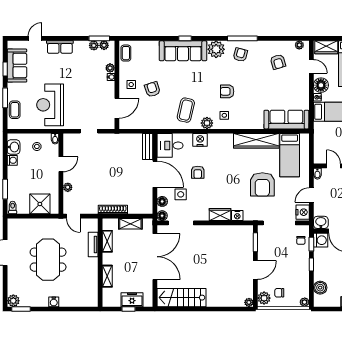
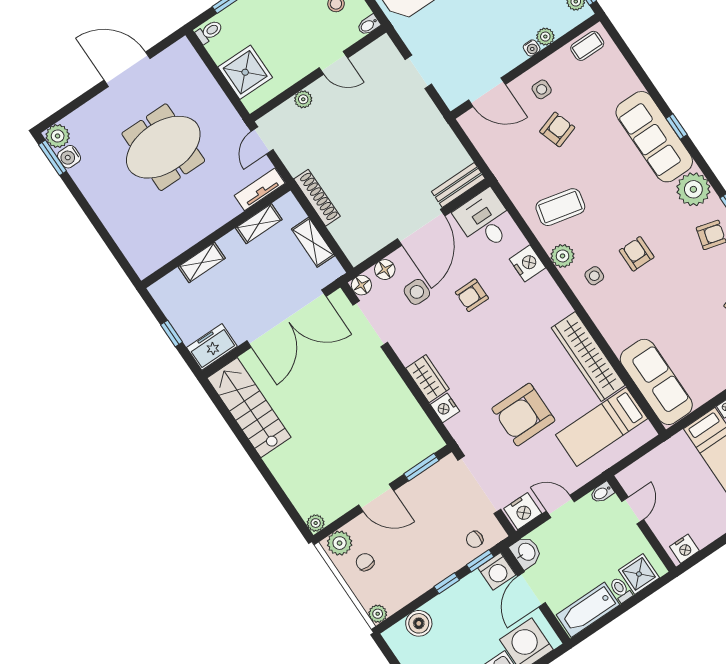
tv unit: (93, 244) -> (260, 189), moved
freezer: (132, 300) -> (212, 347), moved, turned -90
water cooler: (54, 302) -> (69, 157), moved

